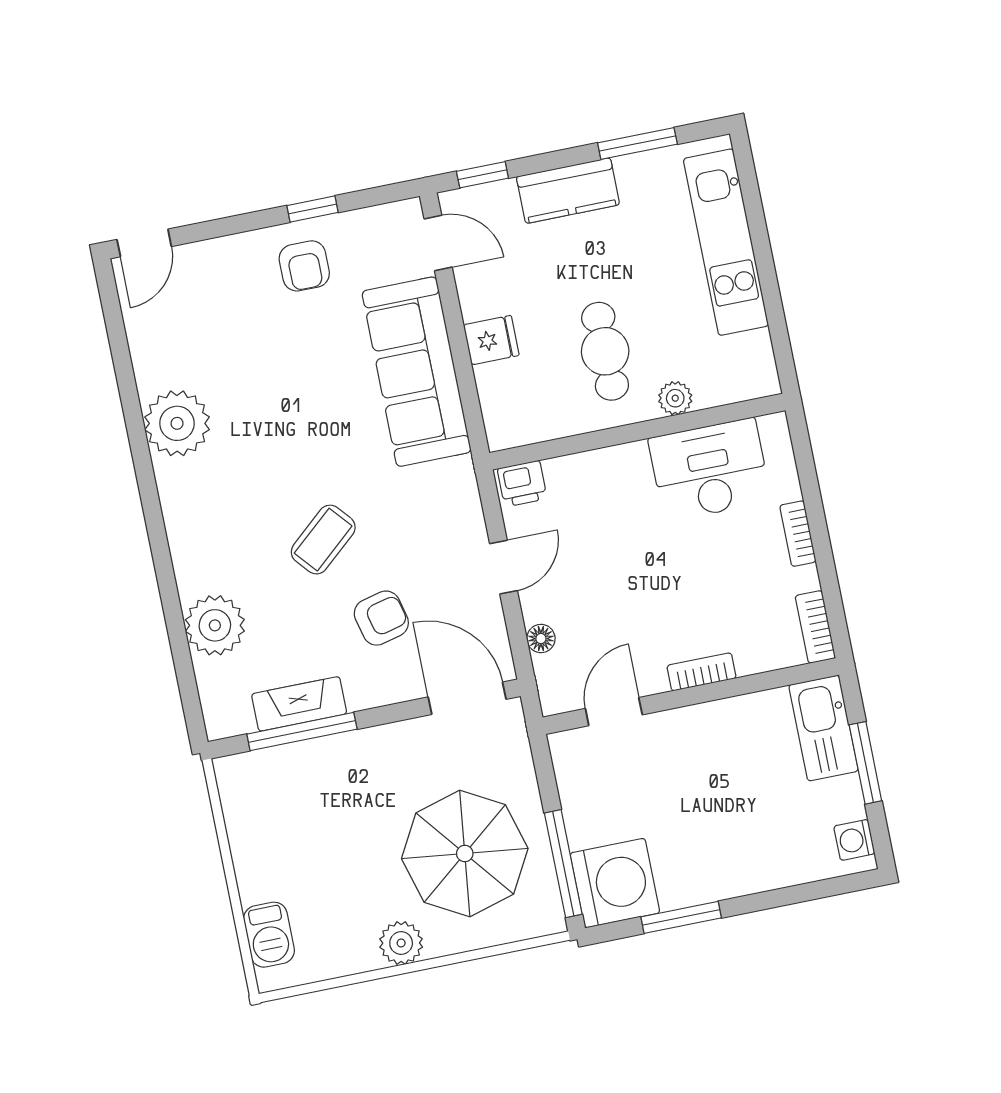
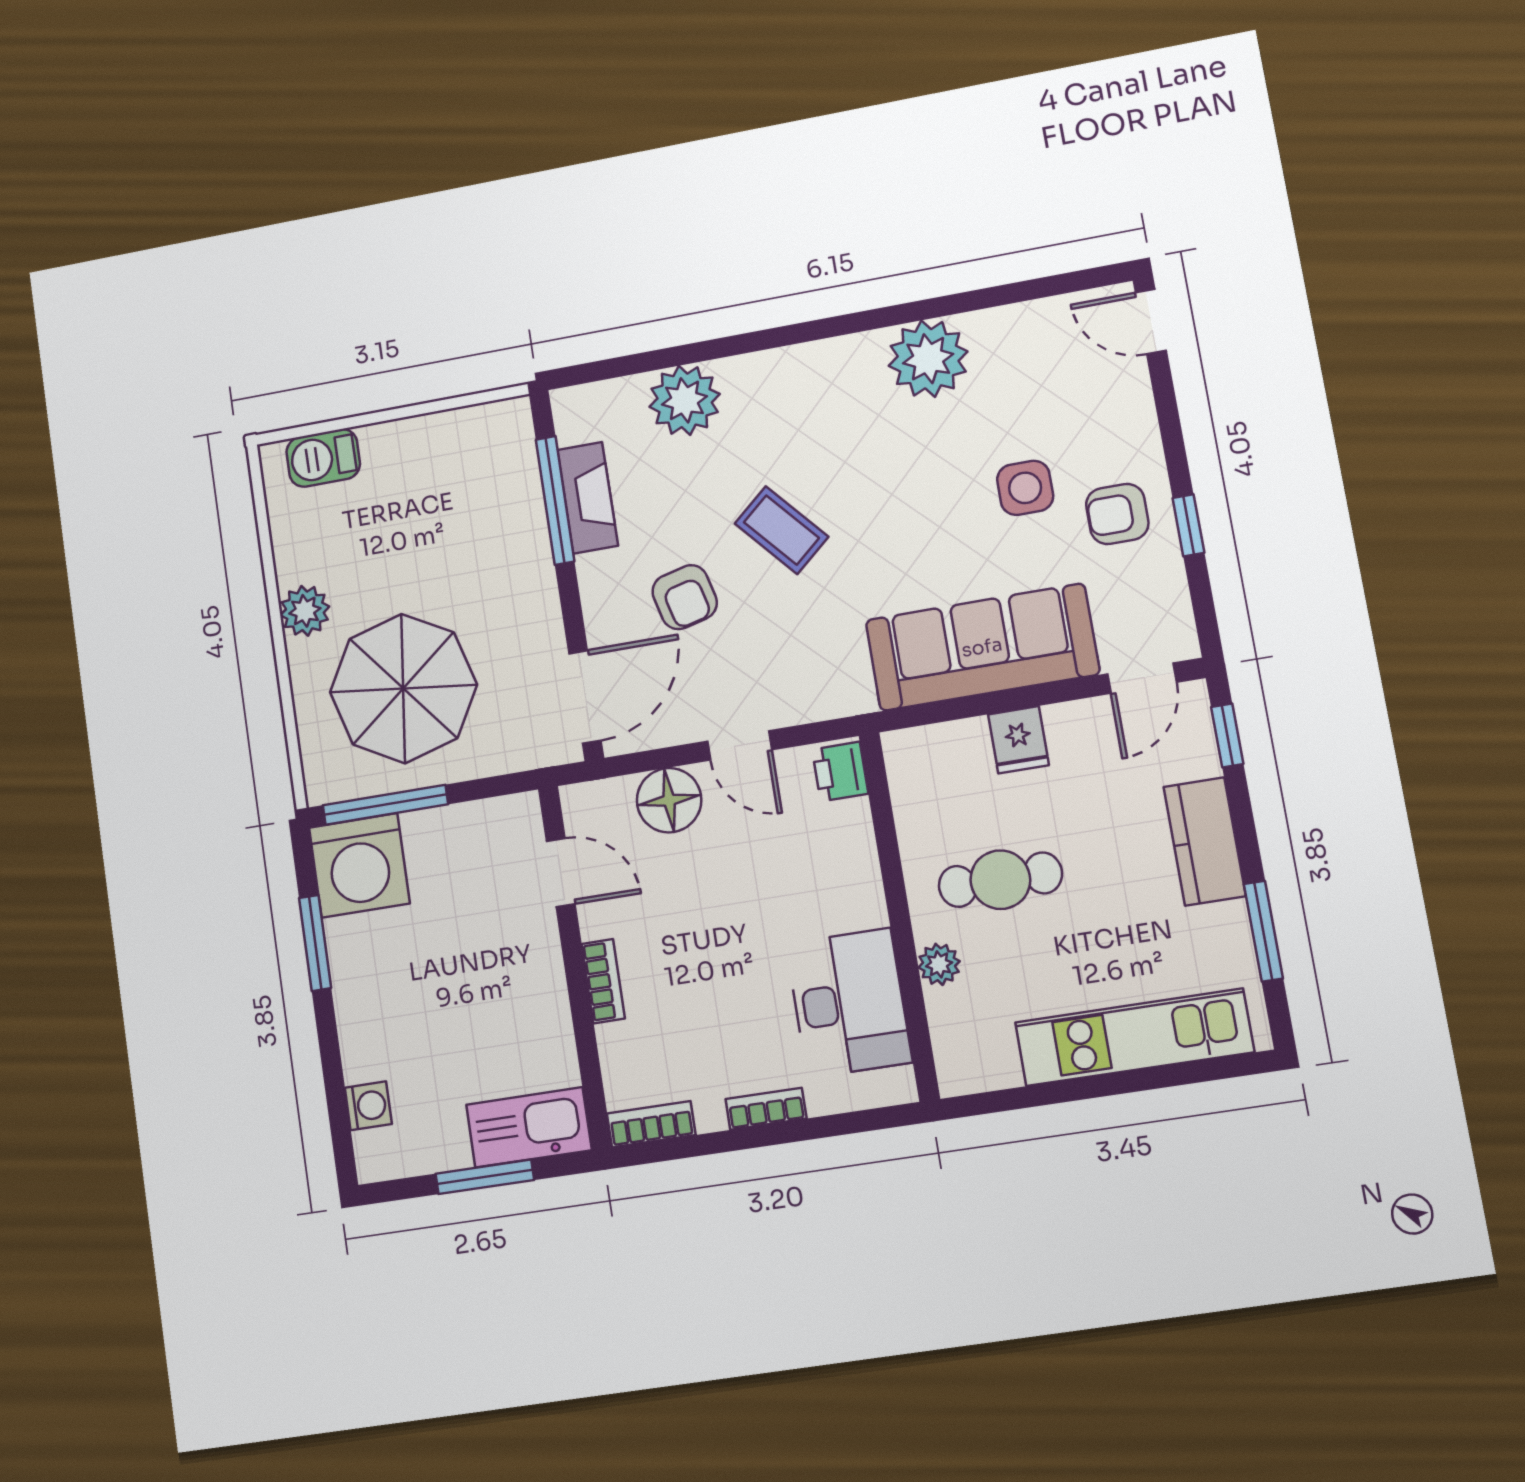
side table: (284, 341) -> (1025, 488), added
floor lamp: (541, 639) -> (669, 800), width x1.89, depth x1.89
washing machine: (854, 840) -> (368, 1106), moved, turned 90

